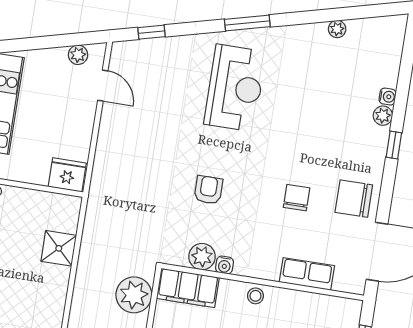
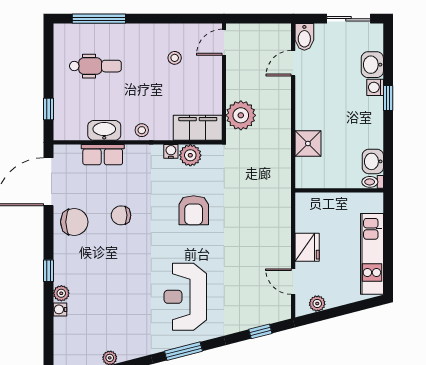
fridge: (67, 175) -> (307, 247), moved, turned -90
armchair: (208, 190) -> (194, 210), width x1.38, depth x1.38
chair: (297, 198) -> (121, 215), turned 90
washbasin: (300, 303) -> (104, 130), added

